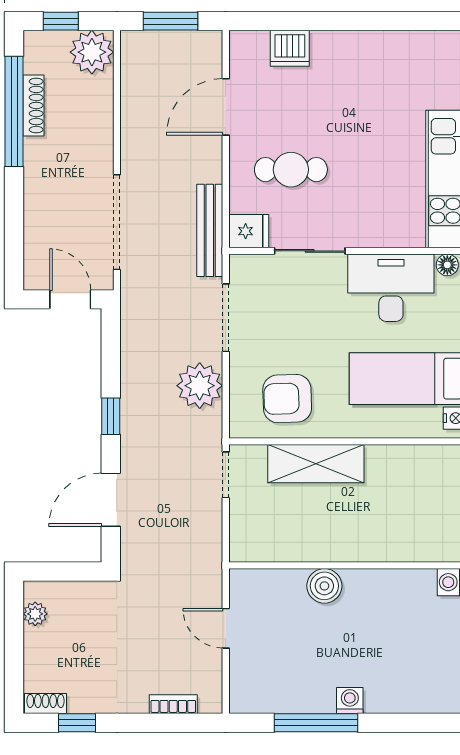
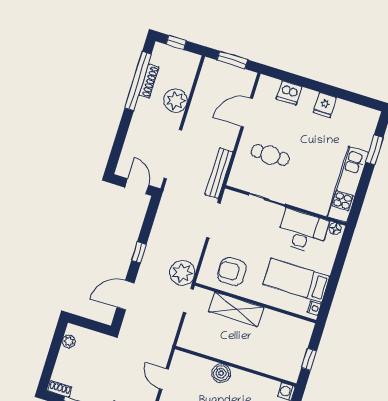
plant: (92, 52) -> (176, 101), moved
fridge: (249, 231) -> (325, 105), moved, turned 90
plant: (200, 386) -> (182, 273), moved

